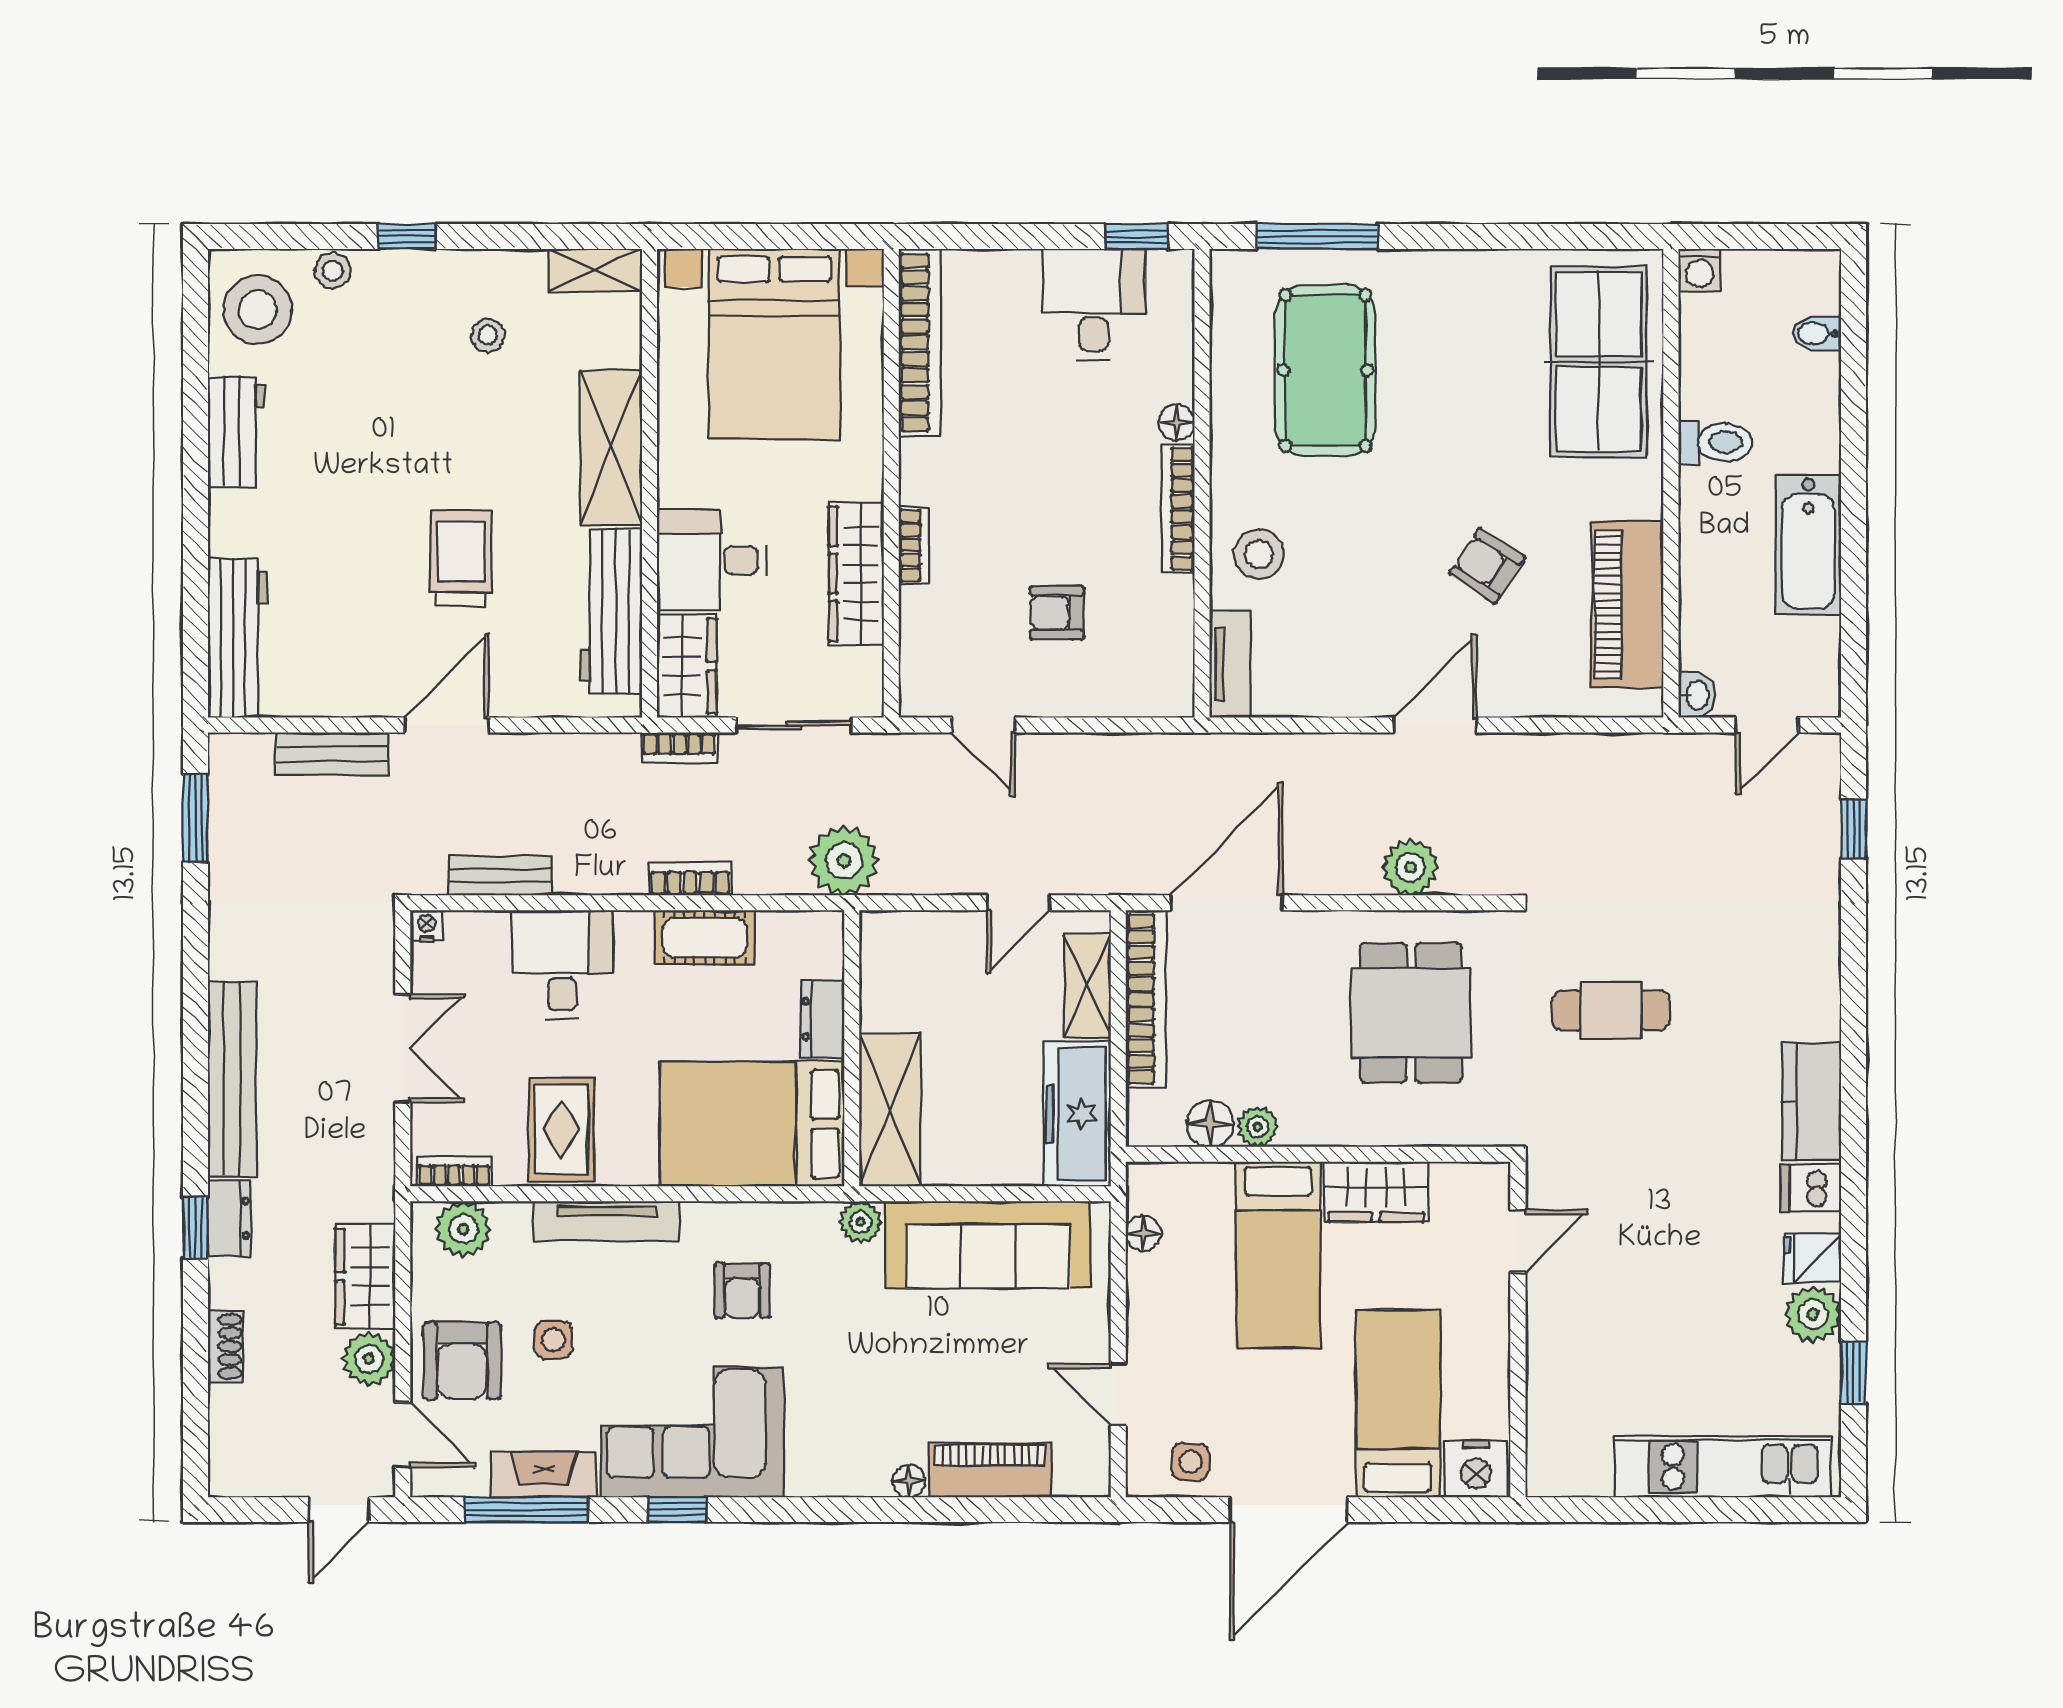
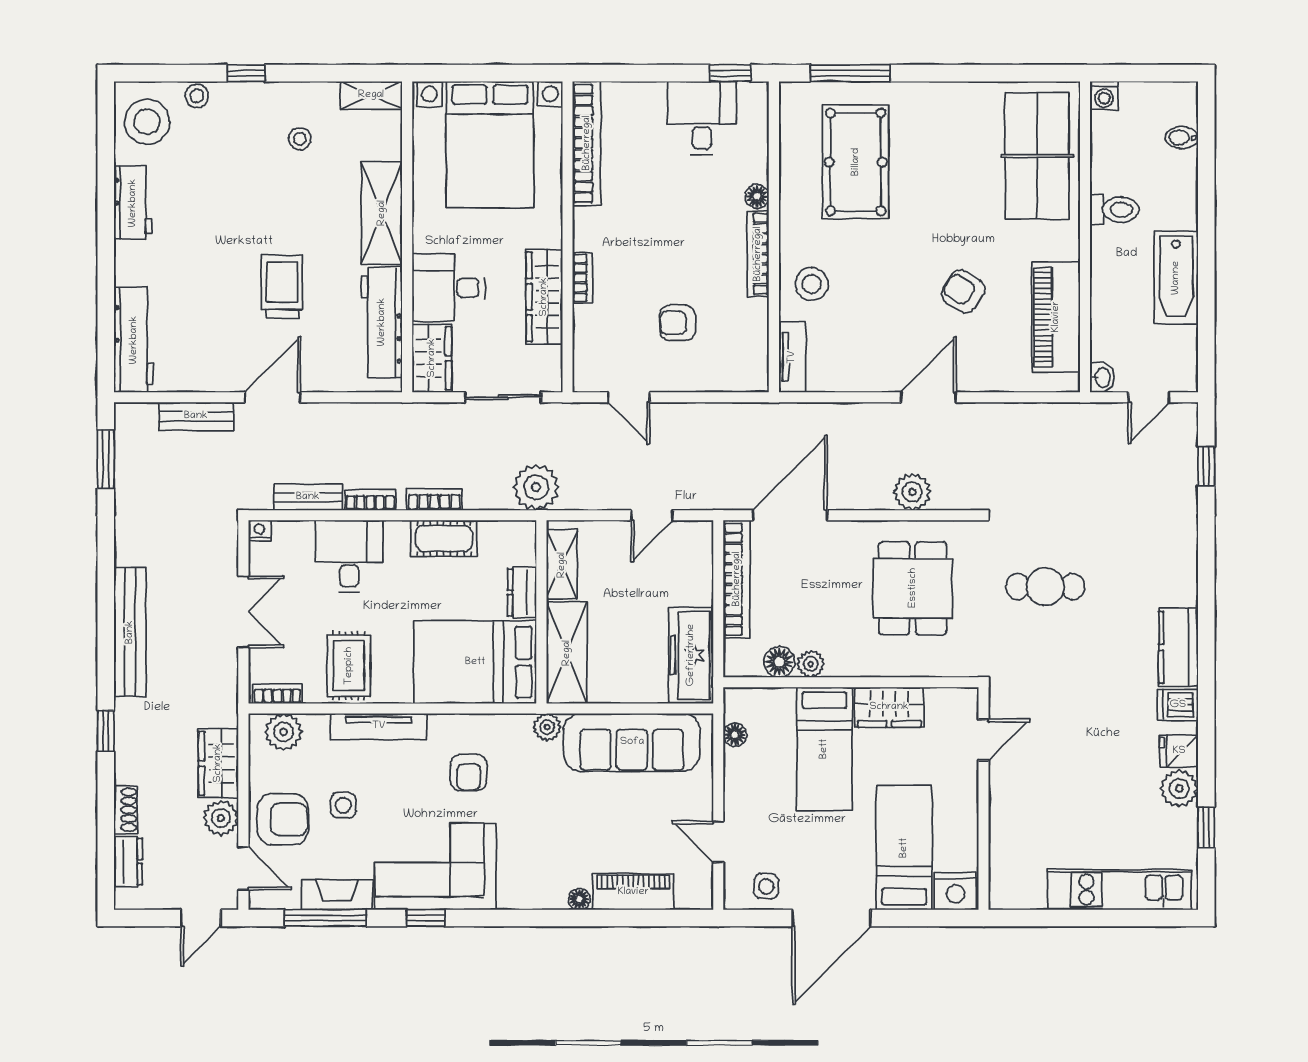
bookcase: (679, 748) -> (370, 500), moved, turned 180
shelving: (1087, 985) -> (562, 565), moved
dresser: (229, 1218) -> (128, 862), moved
armchair: (462, 1361) -> (283, 819), turned -90

